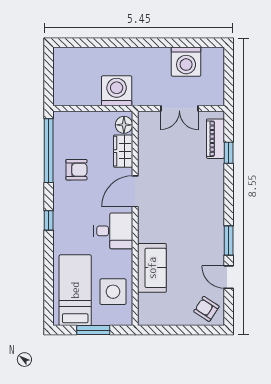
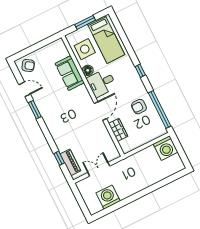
washing machine: (117, 91) -> (166, 148), moved
floor lamp: (124, 125) -> (88, 70), moved

